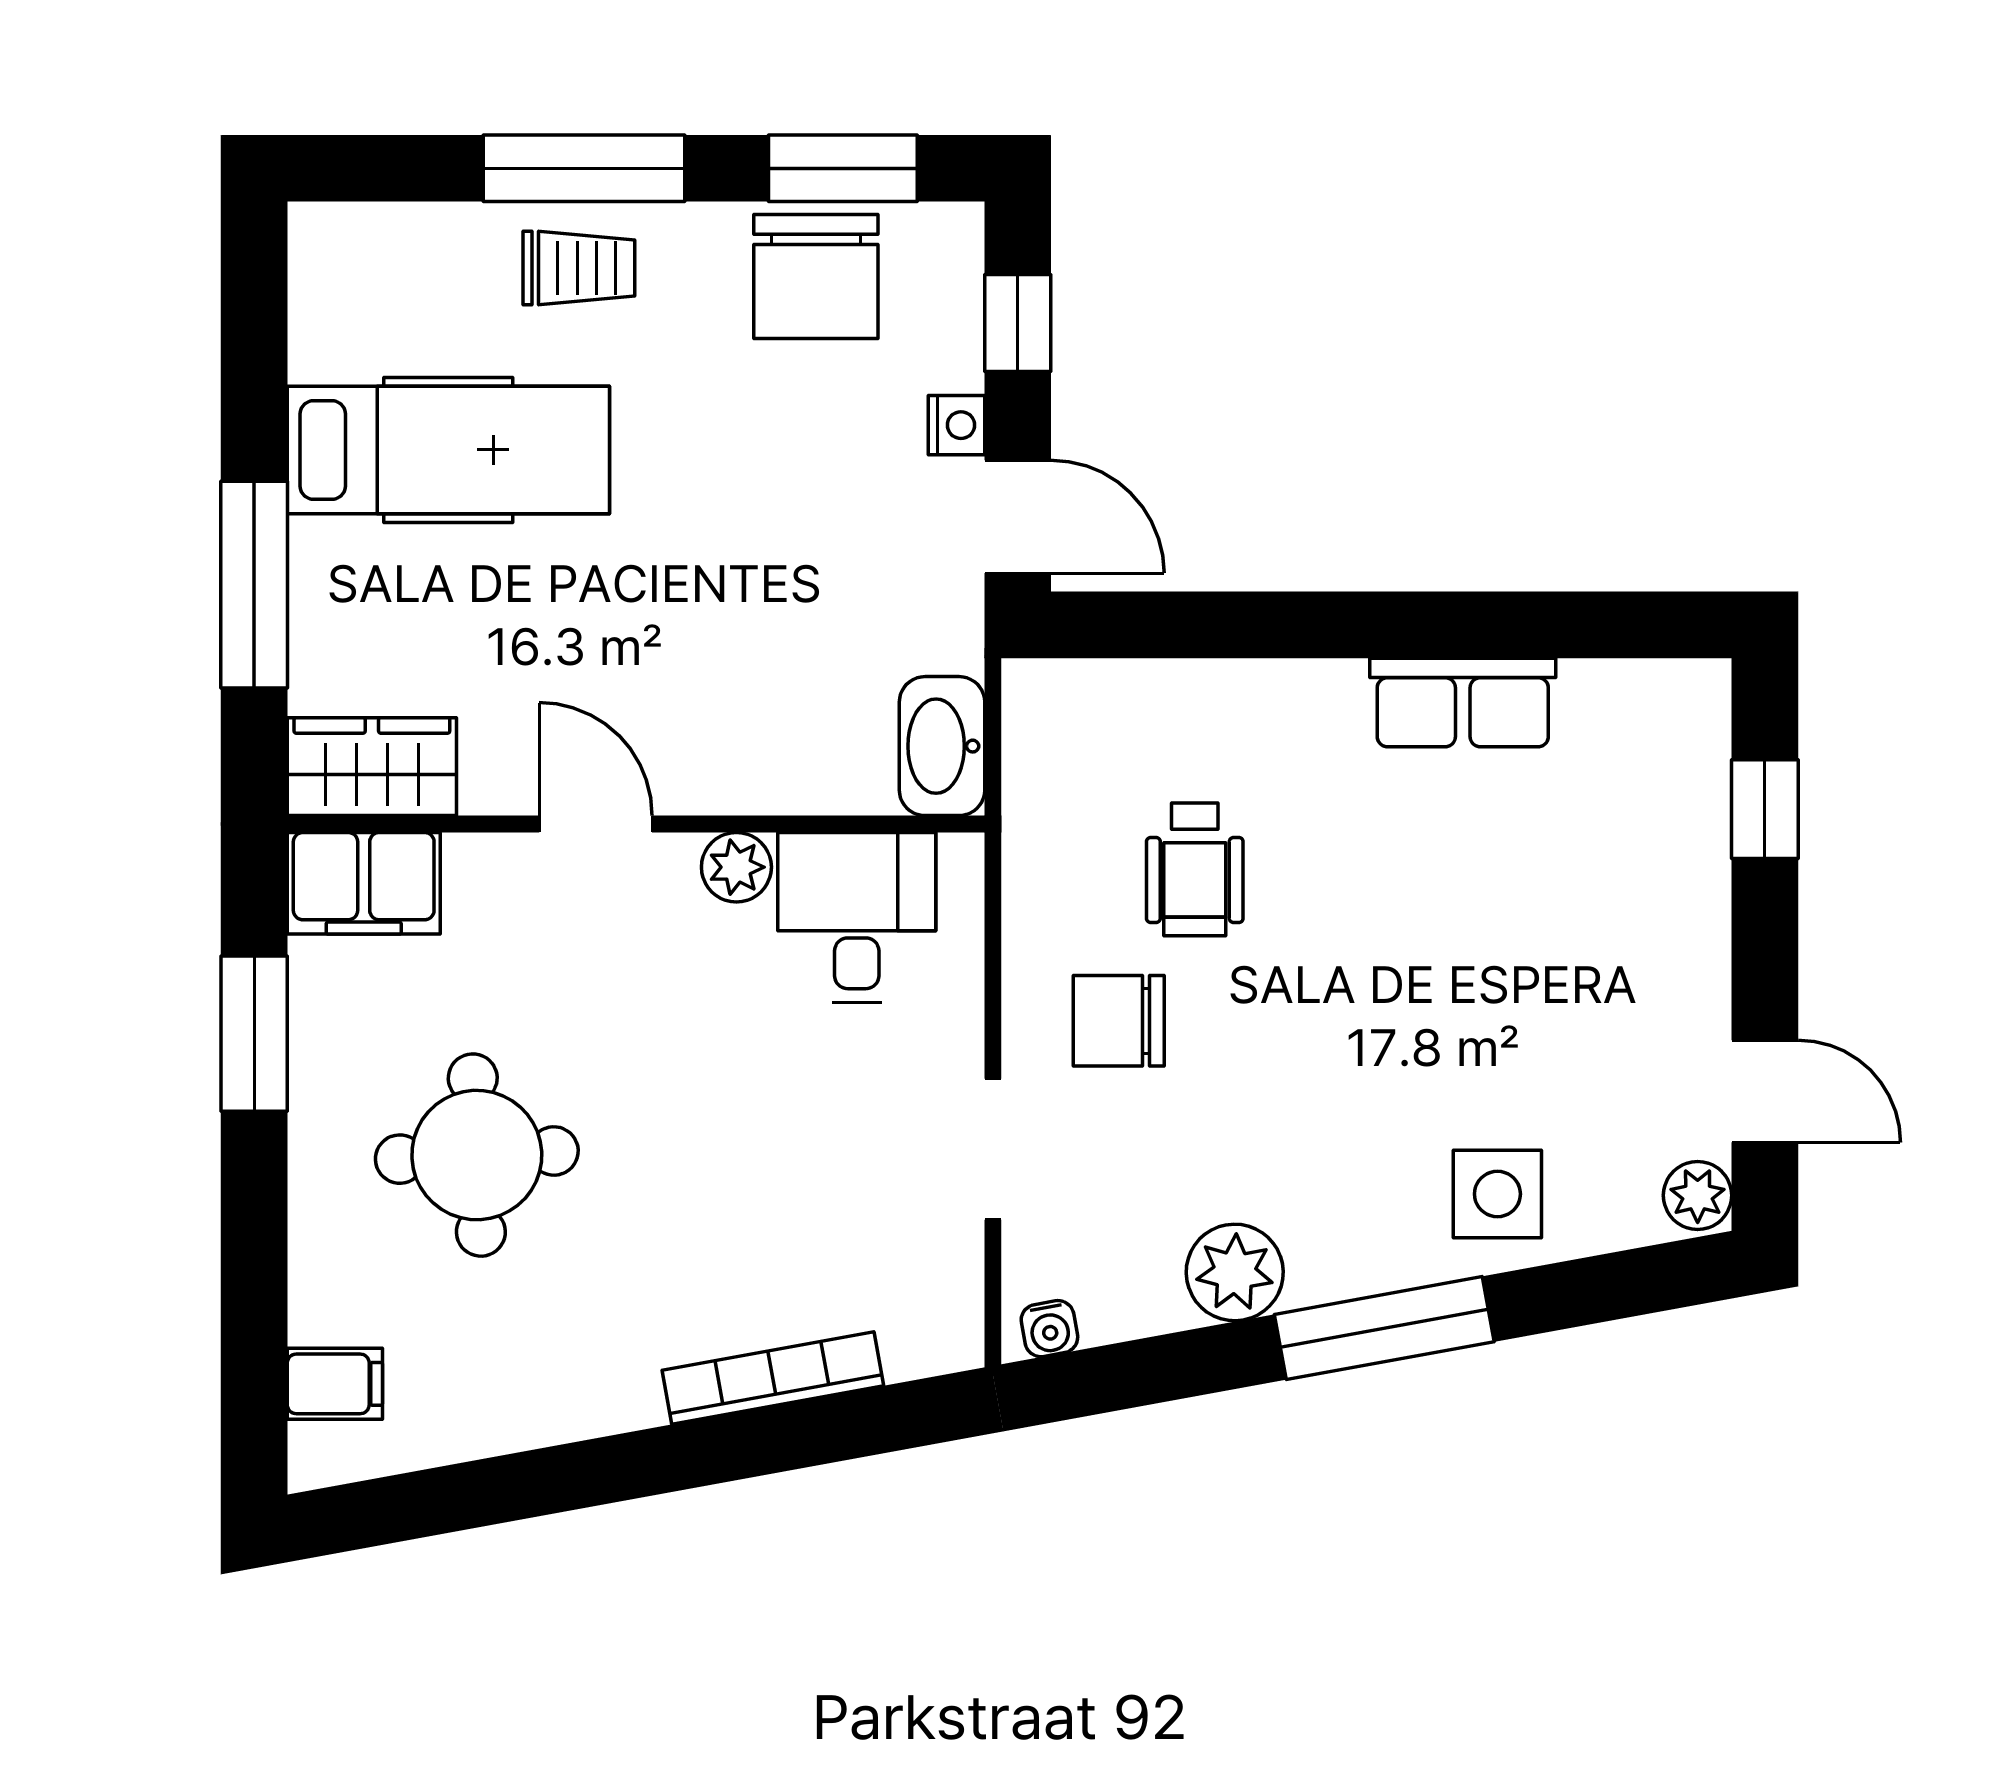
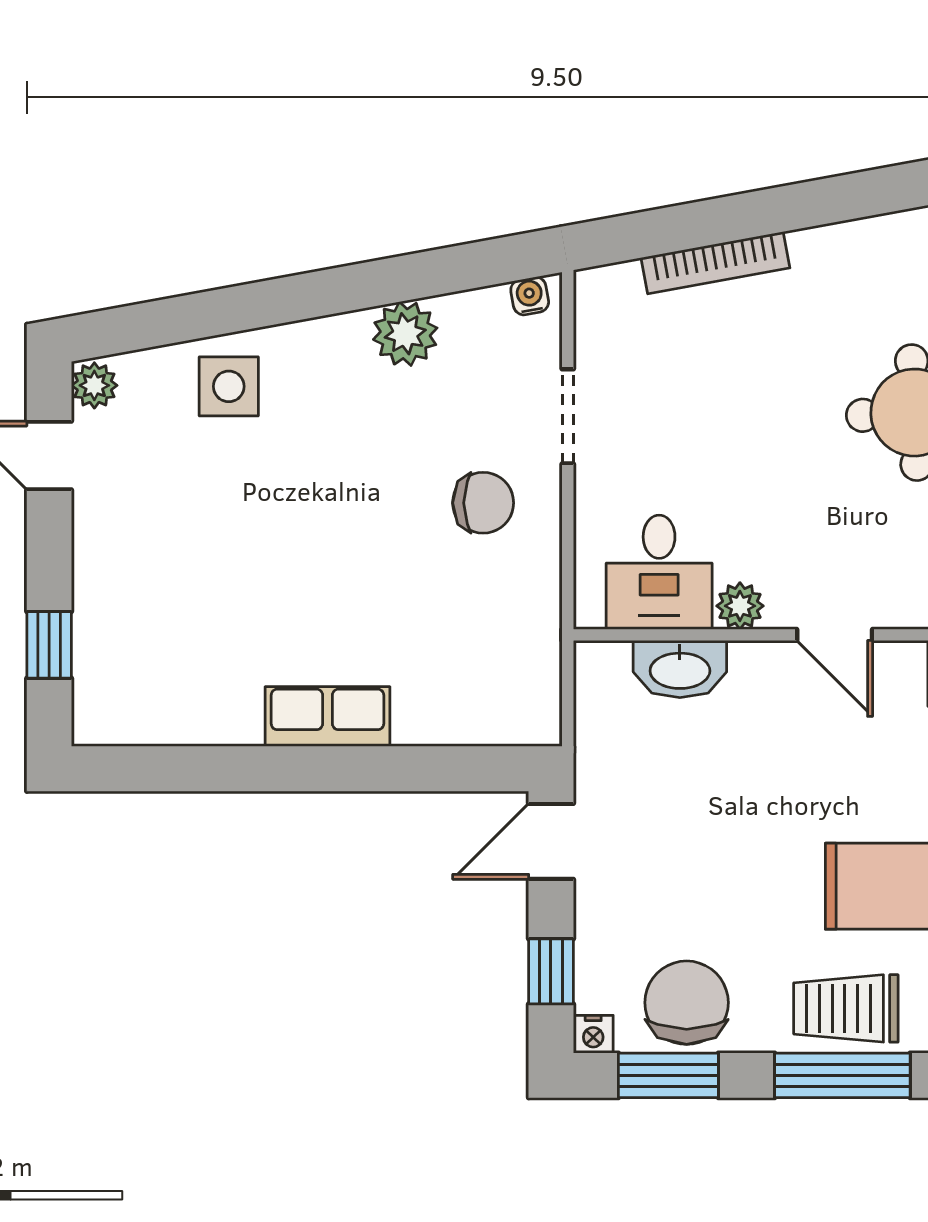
trolley: (579, 268) -> (846, 1008), width x1.36, depth x1.39
nightstand: (956, 425) -> (593, 1034), moved, turned -90
door: (1018, 517) -> (551, 841), hinge flipped
row of seats: (1463, 702) -> (327, 717), moved
washbasin: (942, 746) -> (680, 669), moved, turned 90
wheelchair: (1195, 869) -> (432, 604), removed
window: (1384, 1328) -> (305, 296), removed

